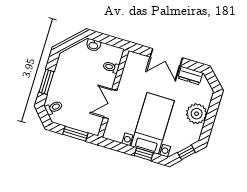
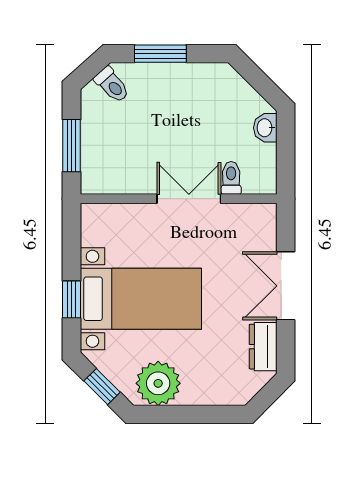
double door: (110, 104) -> (189, 199), moved
plant: (197, 114) -> (158, 383), moved

